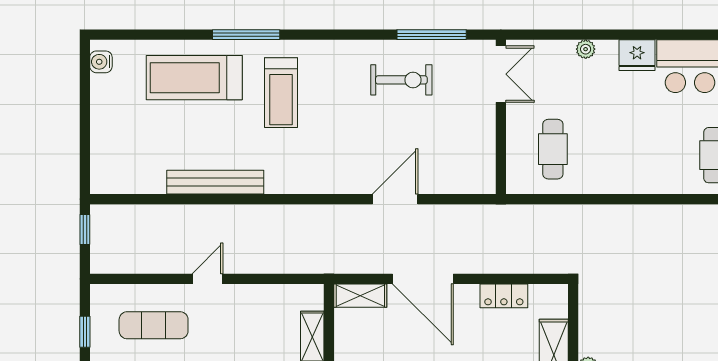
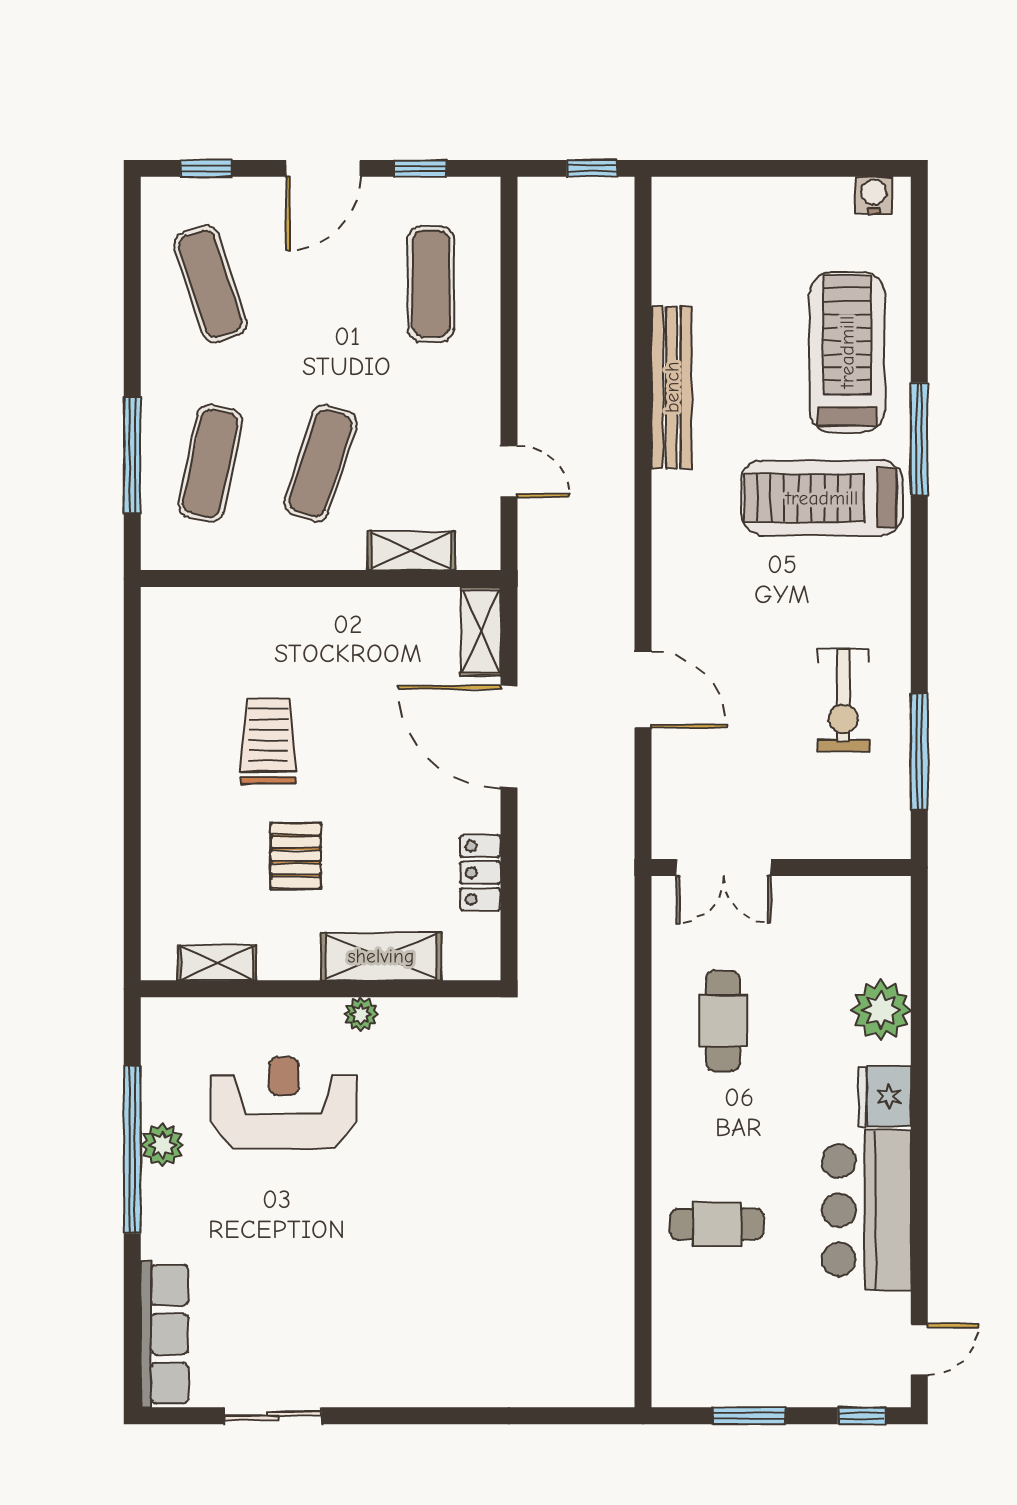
plant: (586, 49) -> (881, 1010), width x1.88, depth x1.88
double door: (501, 74) -> (724, 867), moved
treadmill: (281, 93) -> (822, 498), width x1.37, depth x1.38
cafe table: (553, 149) -> (723, 1021), moved, turned 90
door: (208, 279) -> (509, 471), moved
door: (423, 279) -> (509, 737), hinge flipped

